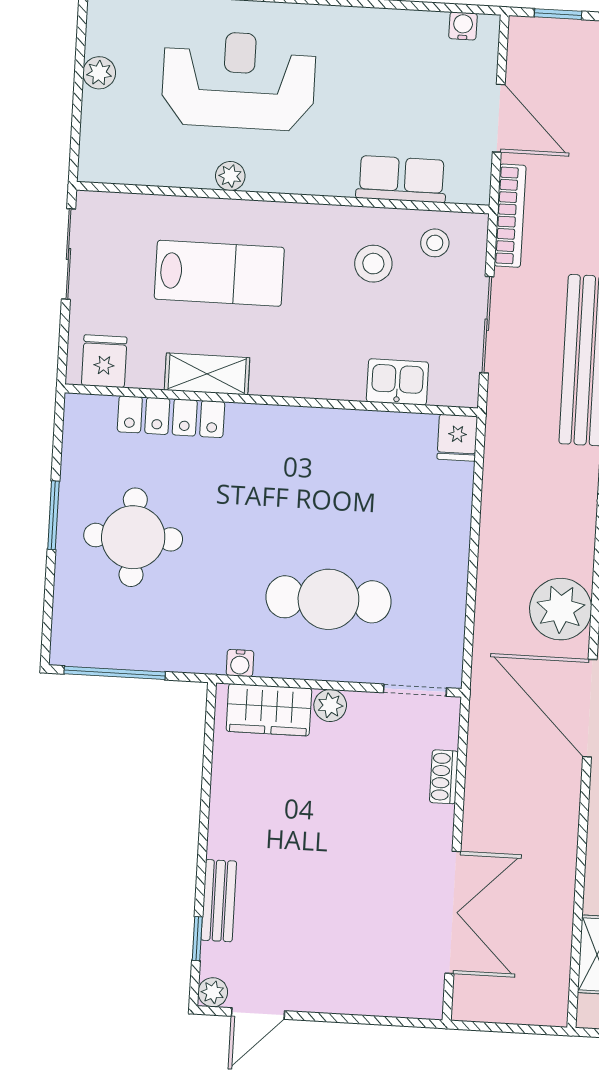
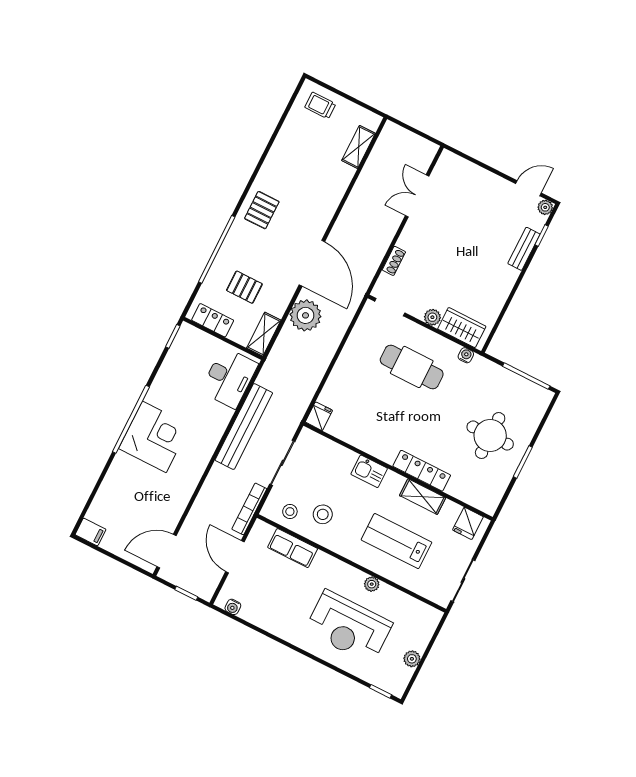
kitchen sink: (397, 382) -> (369, 471), moved
locker: (171, 417) -> (422, 471), moved
double door: (453, 912) -> (417, 196), width x0.73

